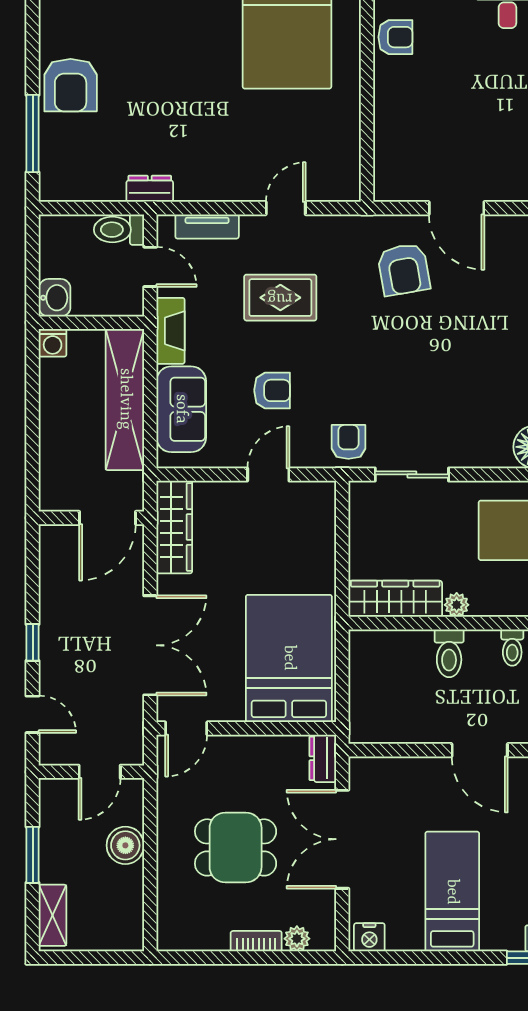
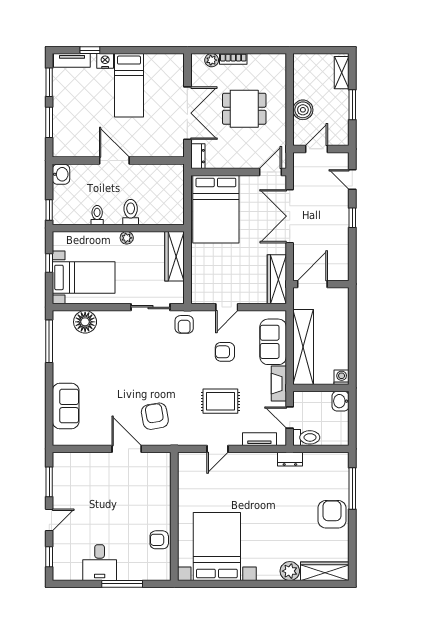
wardrobe: (395, 599) -> (175, 256), moved, turned 90
nightstand: (369, 937) -> (105, 61), moved

